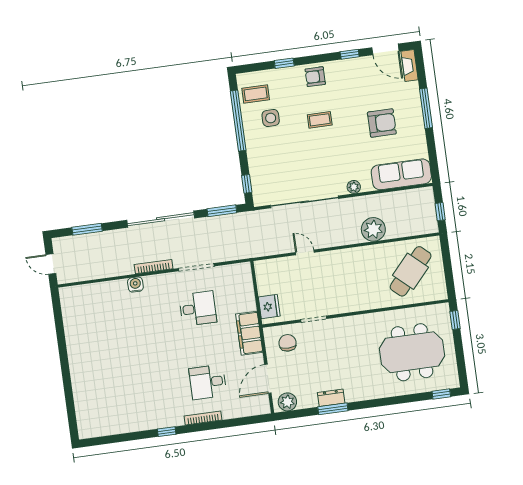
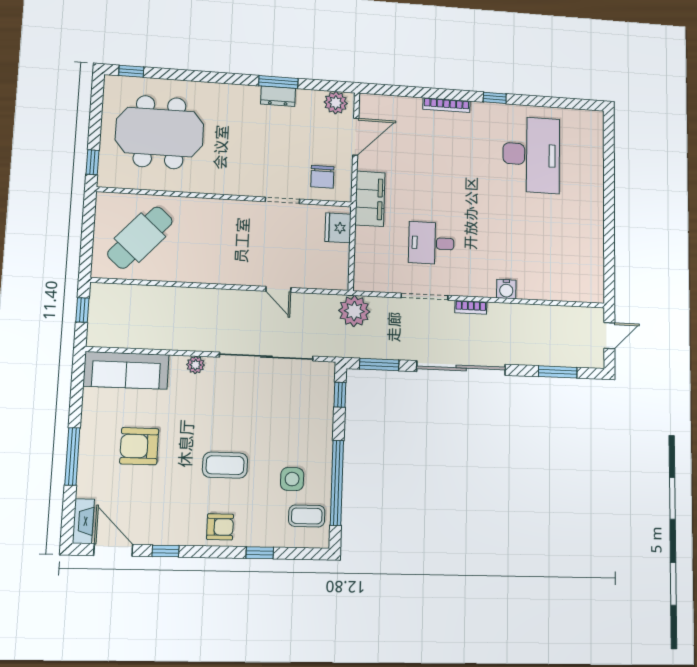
coffee table: (320, 120) -> (225, 465), width x1.36, depth x1.30
plant: (373, 229) -> (354, 311), moved
door: (51, 264) -> (609, 336), hinge flipped
bookcase: (154, 267) -> (471, 307), width x0.64
desk: (208, 382) -> (531, 155), moved, width x1.87, depth x1.30

